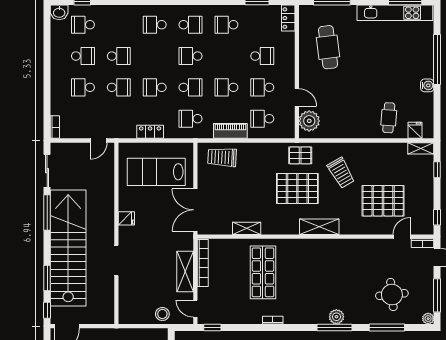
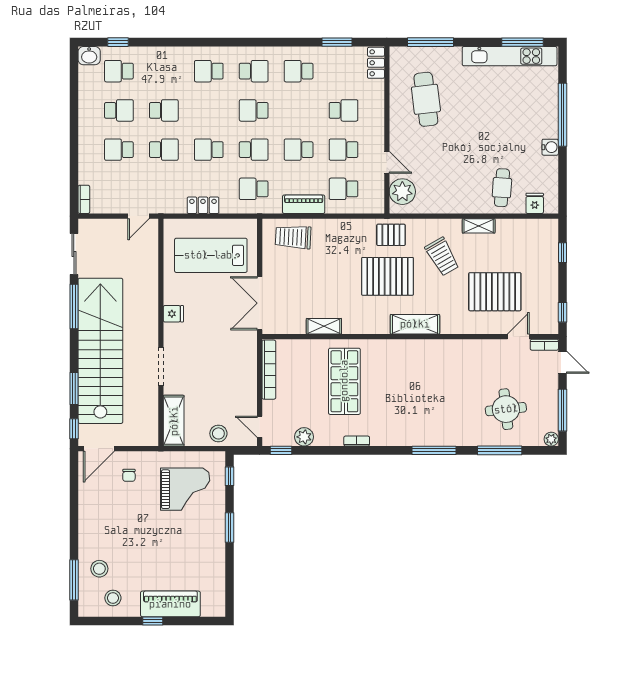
shelving: (421, 148) -> (479, 226), moved
shelving: (185, 271) -> (174, 421), moved
plant: (336, 317) -> (304, 437), moved

